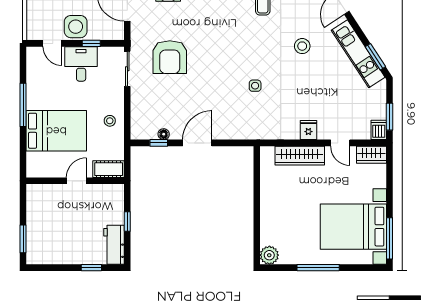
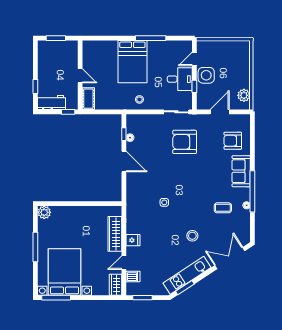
dishwasher: (379, 130) -> (133, 277), moved
cot: (109, 169) -> (88, 99), moved
wall: (75, 181) -> (80, 75), moved
door: (76, 181) -> (80, 76), moved

